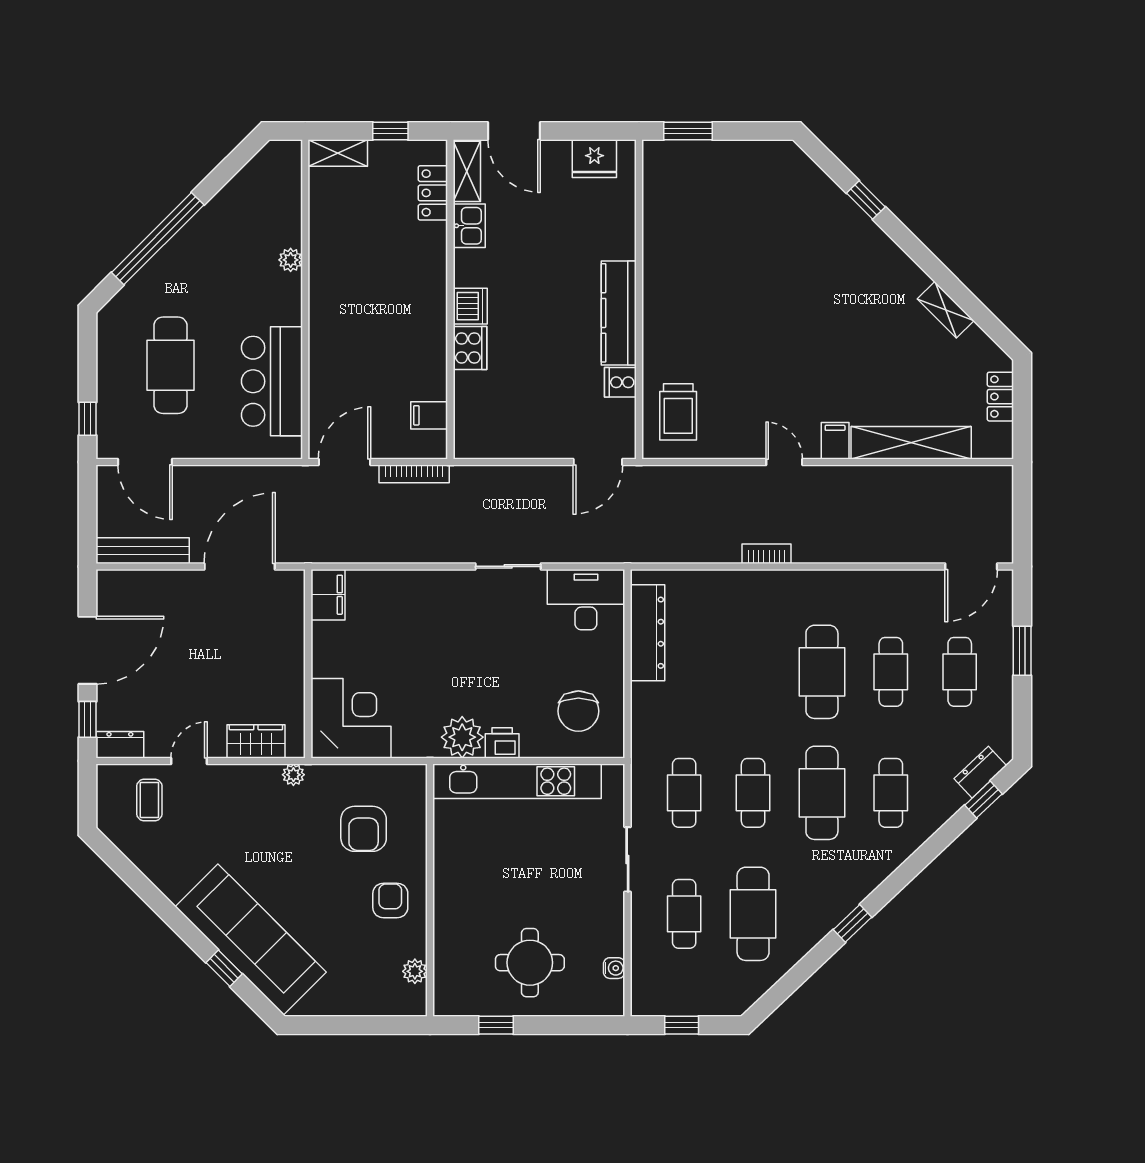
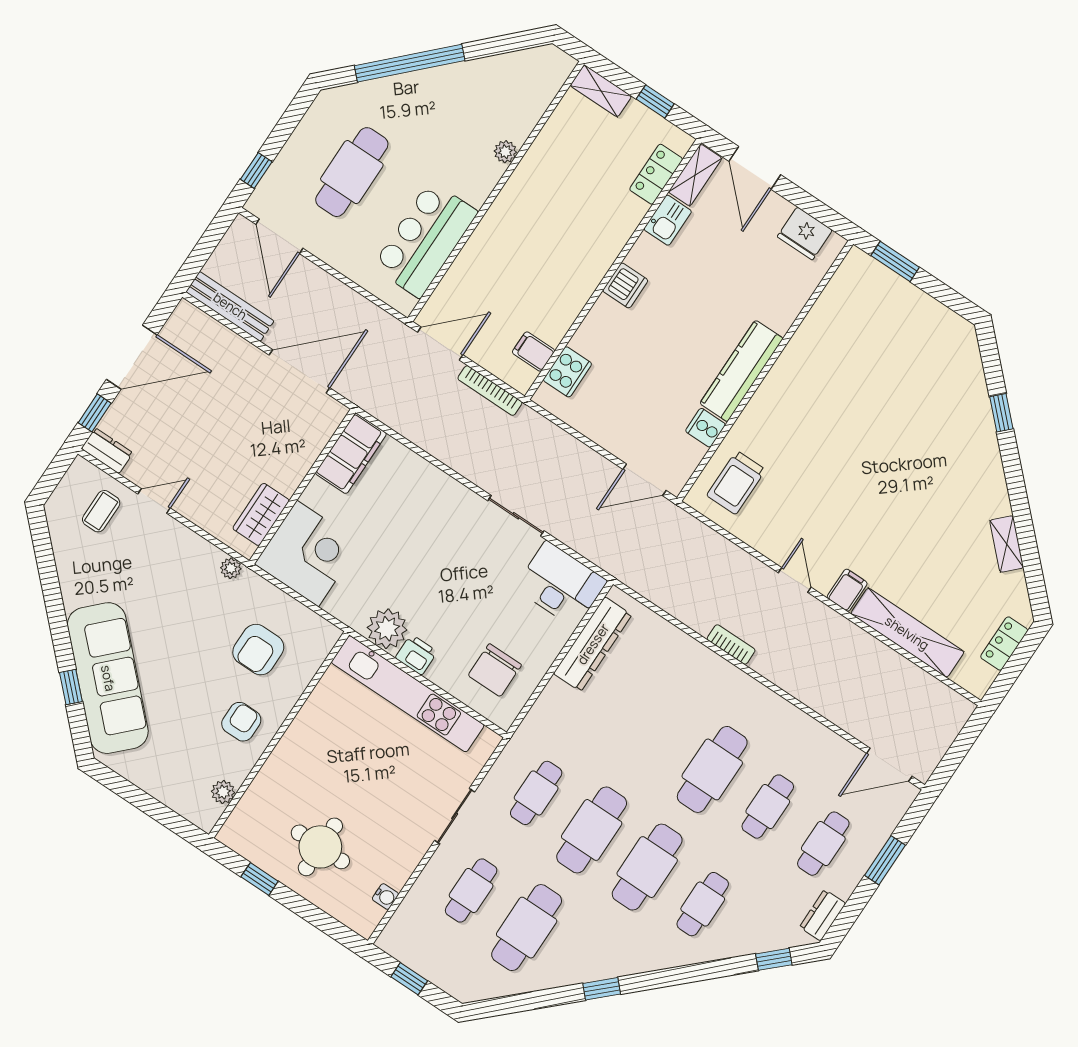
cooker: (470, 348) -> (567, 372), moved
filing cabinet: (328, 595) -> (351, 453), width x1.50, depth x1.17
wardrobe: (256, 741) -> (261, 514), moved, turned -90
dresser: (980, 772) -> (823, 915), moved, turned -47
cafe table: (753, 793) -> (592, 830), width x1.37, depth x1.35

